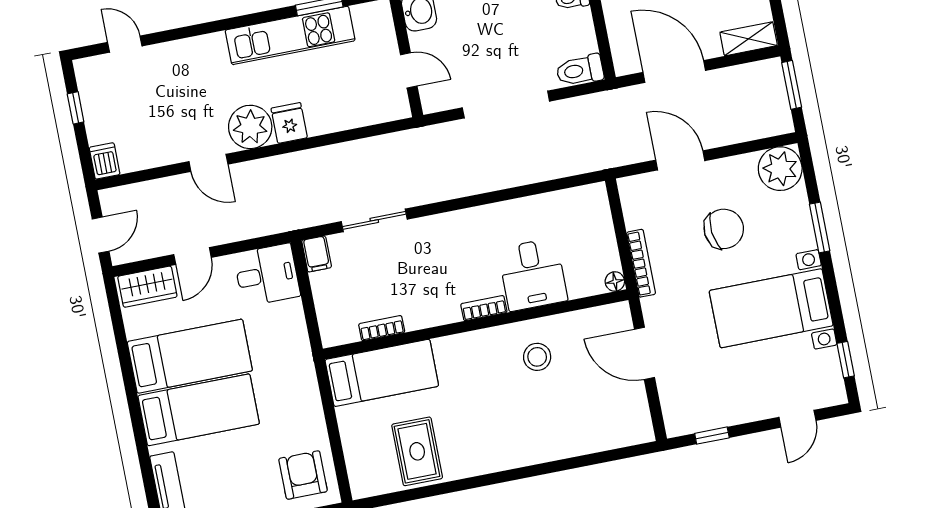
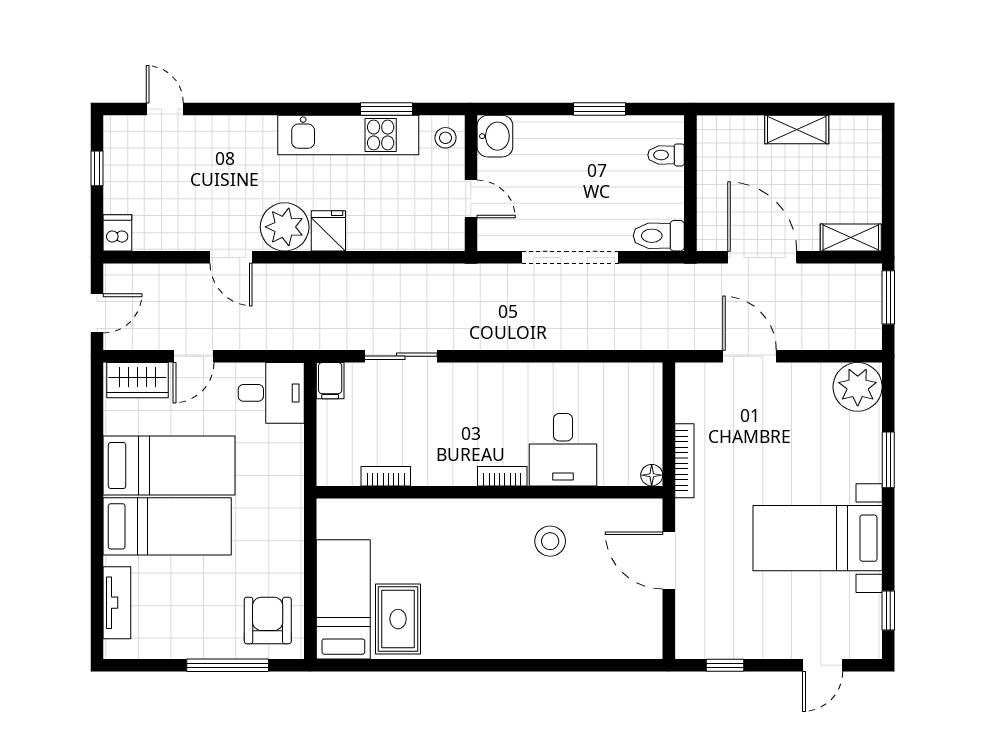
stool: (376, 21) -> (446, 138), added
chair: (724, 229) -> (783, 441), removed
bed: (382, 373) -> (343, 599), moved, turned -90

